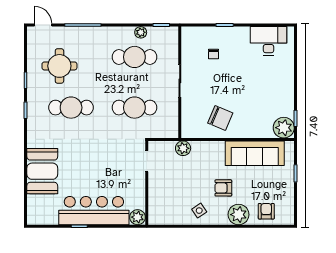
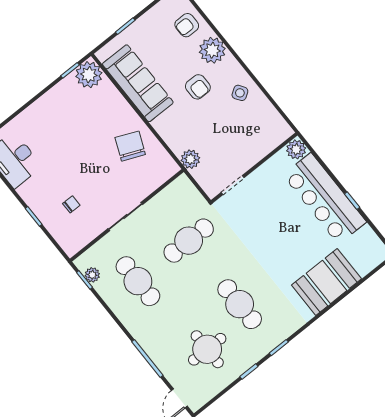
plant: (141, 32) -> (92, 275), moved
cafe table: (134, 108) -> (189, 241), turned 90

